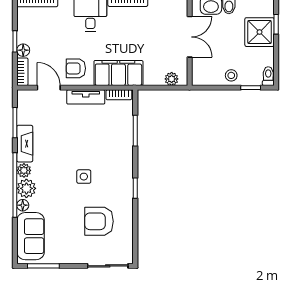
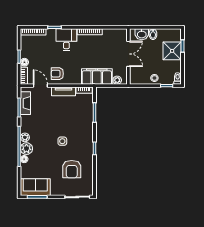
filing cabinet: (118, 73) -> (97, 76), moved
fireplace: (25, 144) -> (25, 103), moved
armchair: (99, 221) -> (72, 169), turned -90
sofa: (31, 236) -> (35, 187), moved, turned -90

